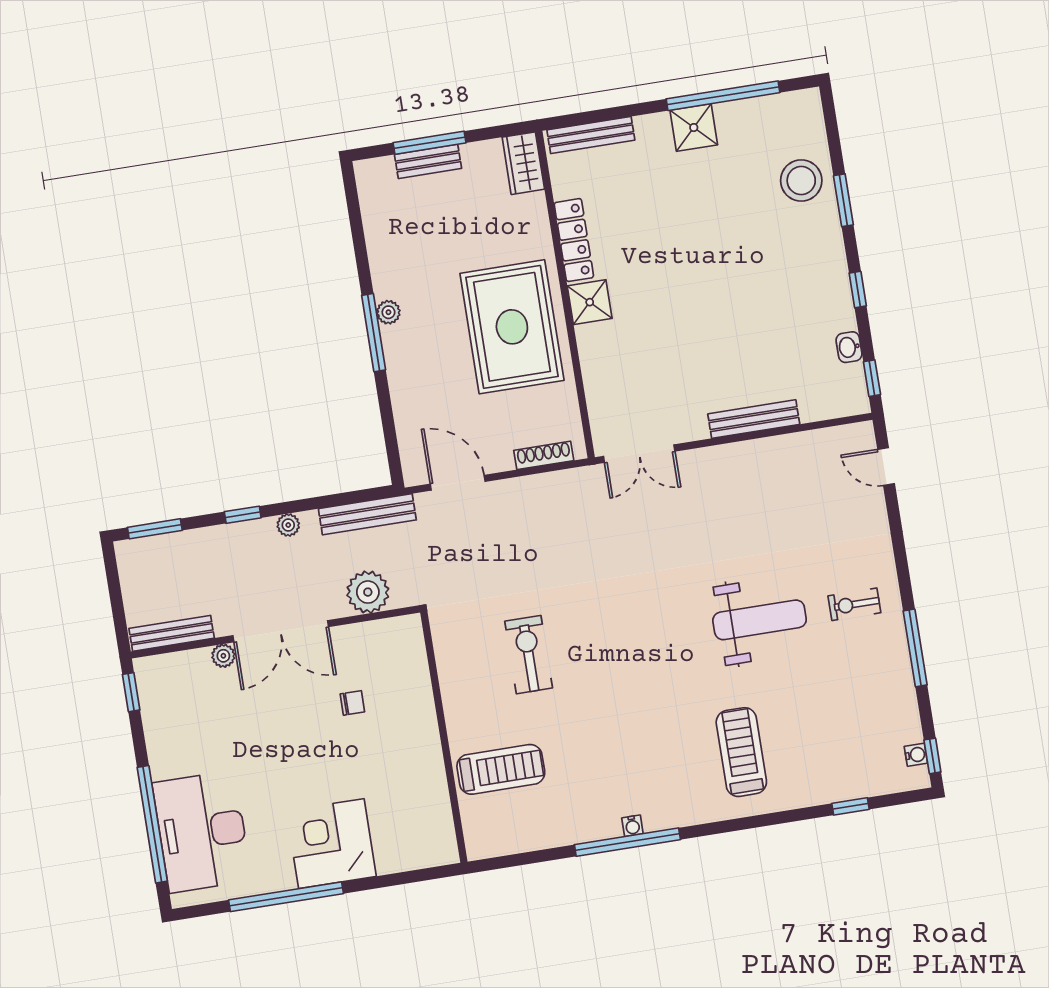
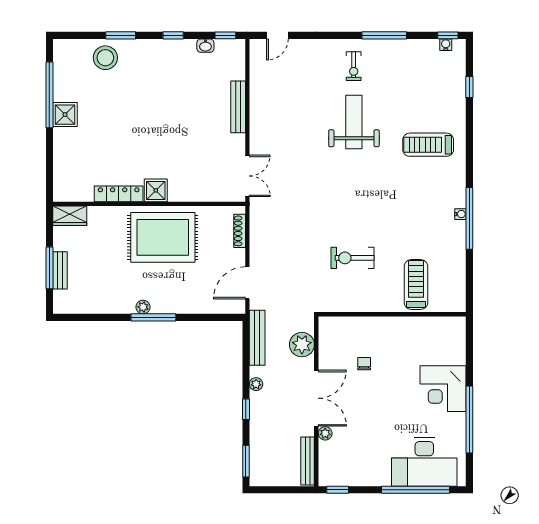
bench: (591, 135) -> (60, 174), removed

